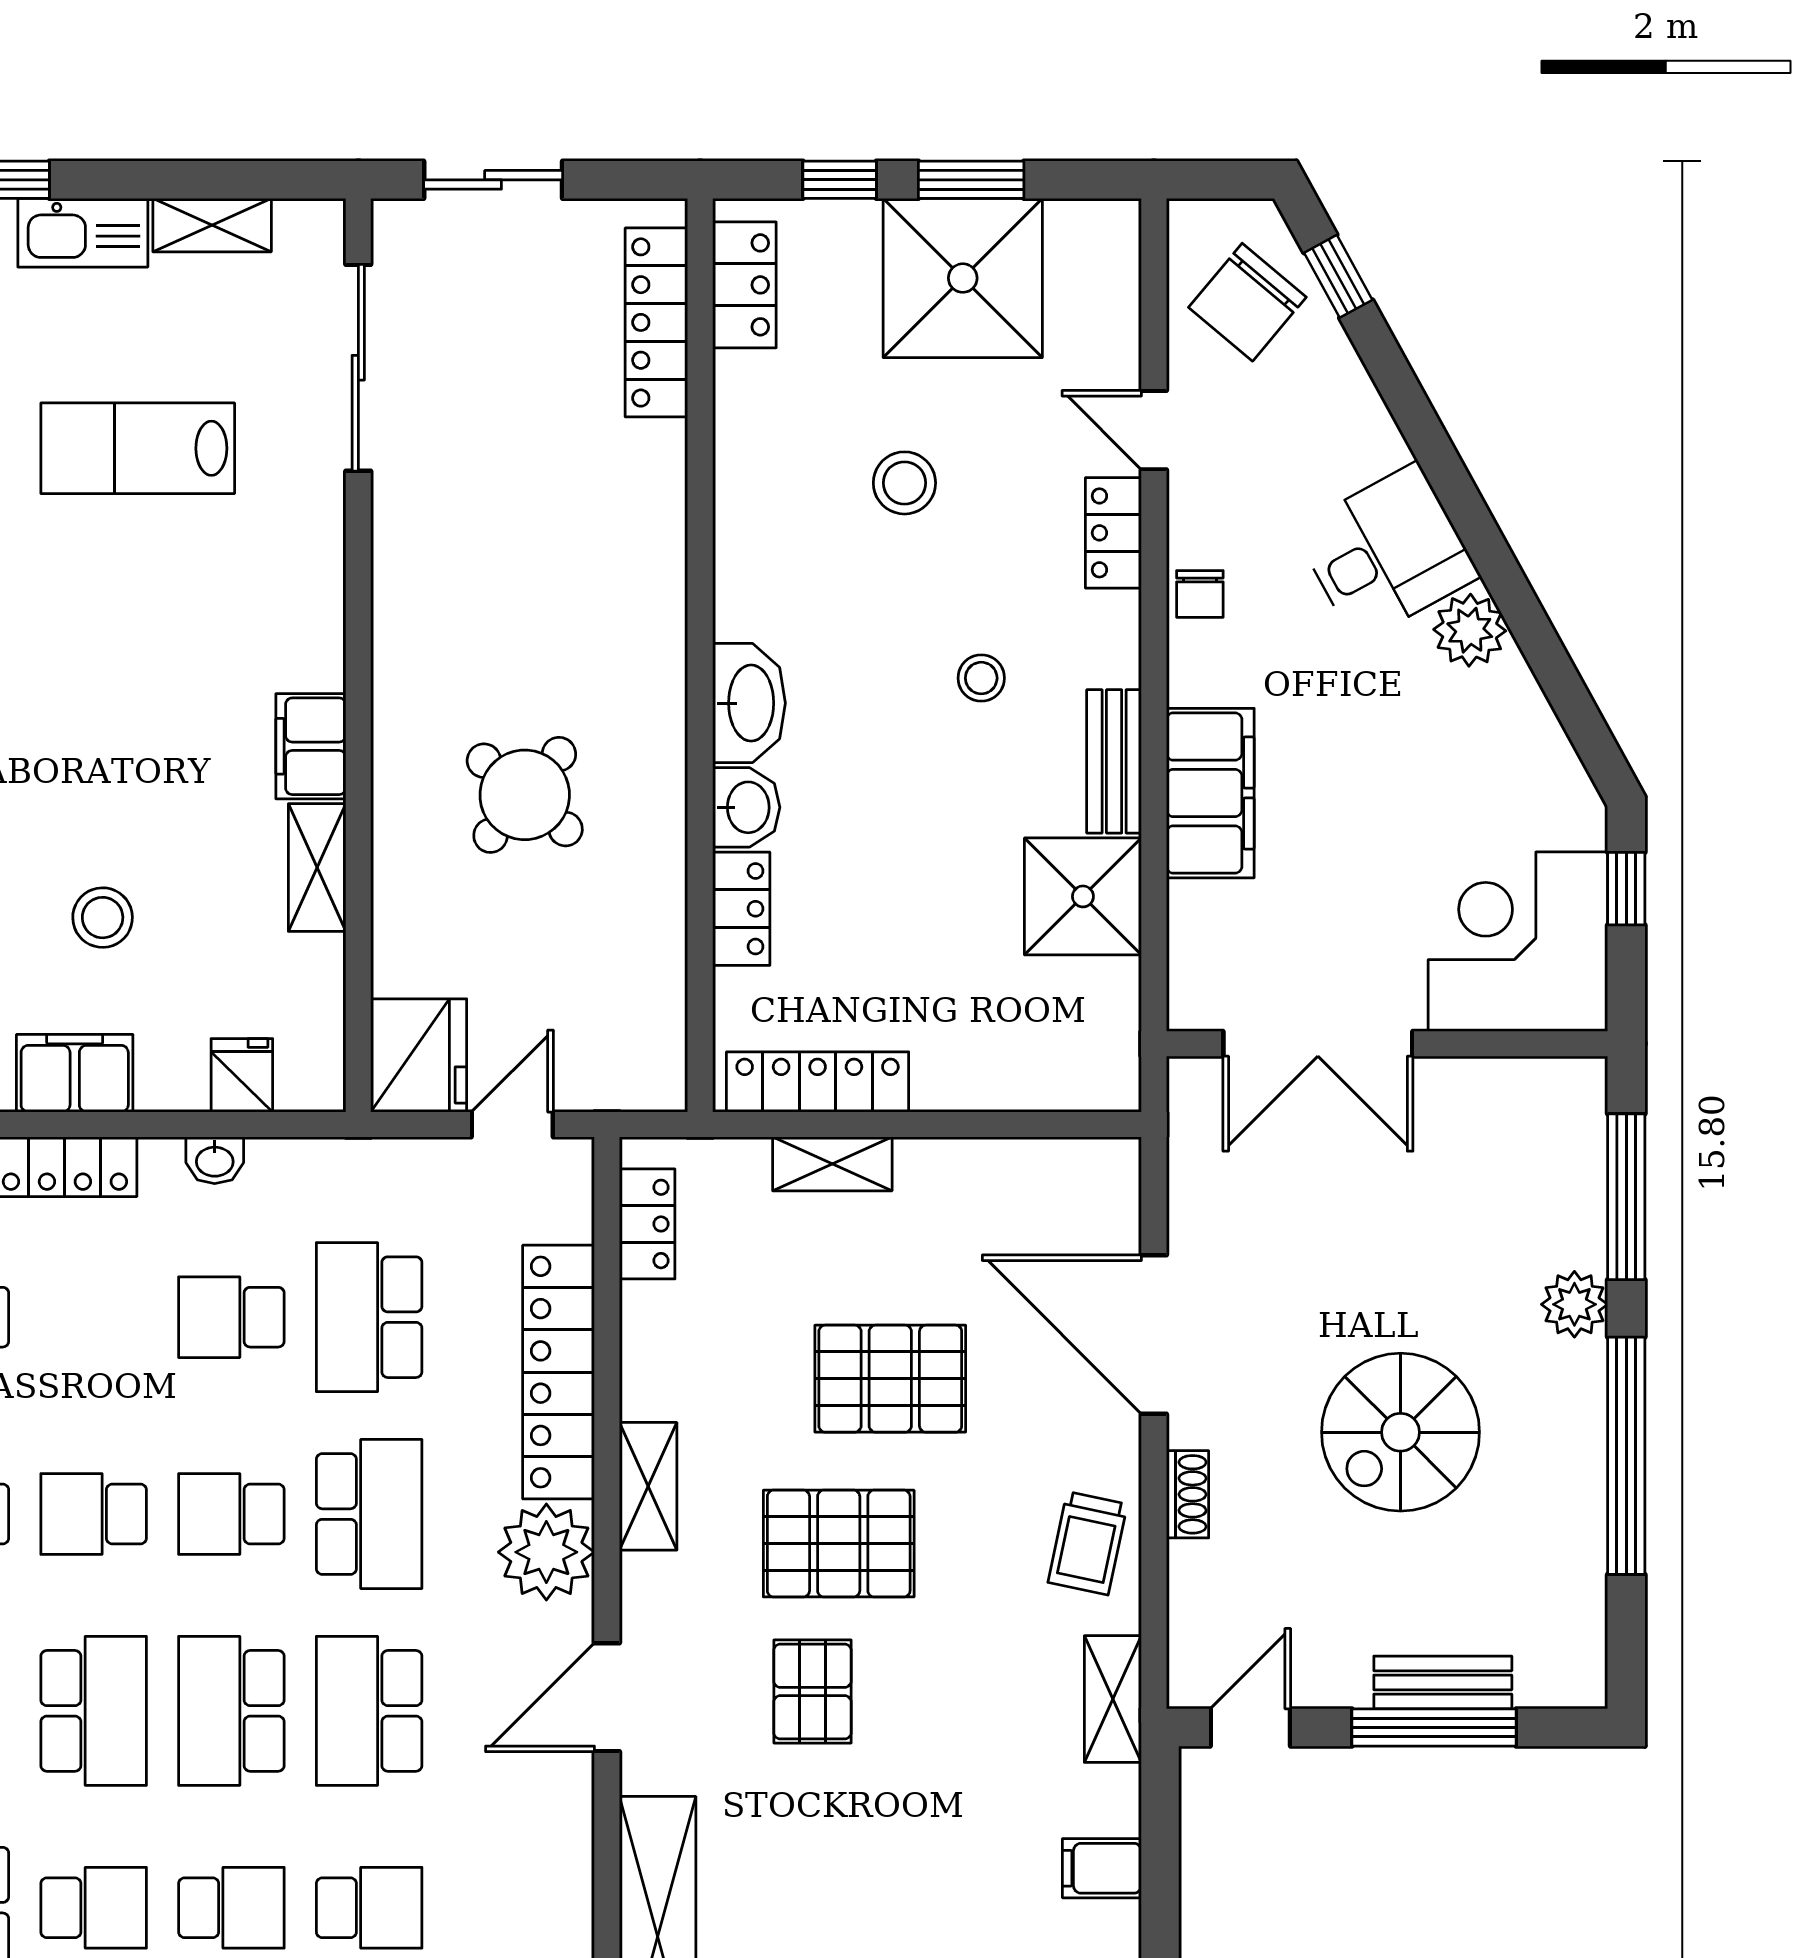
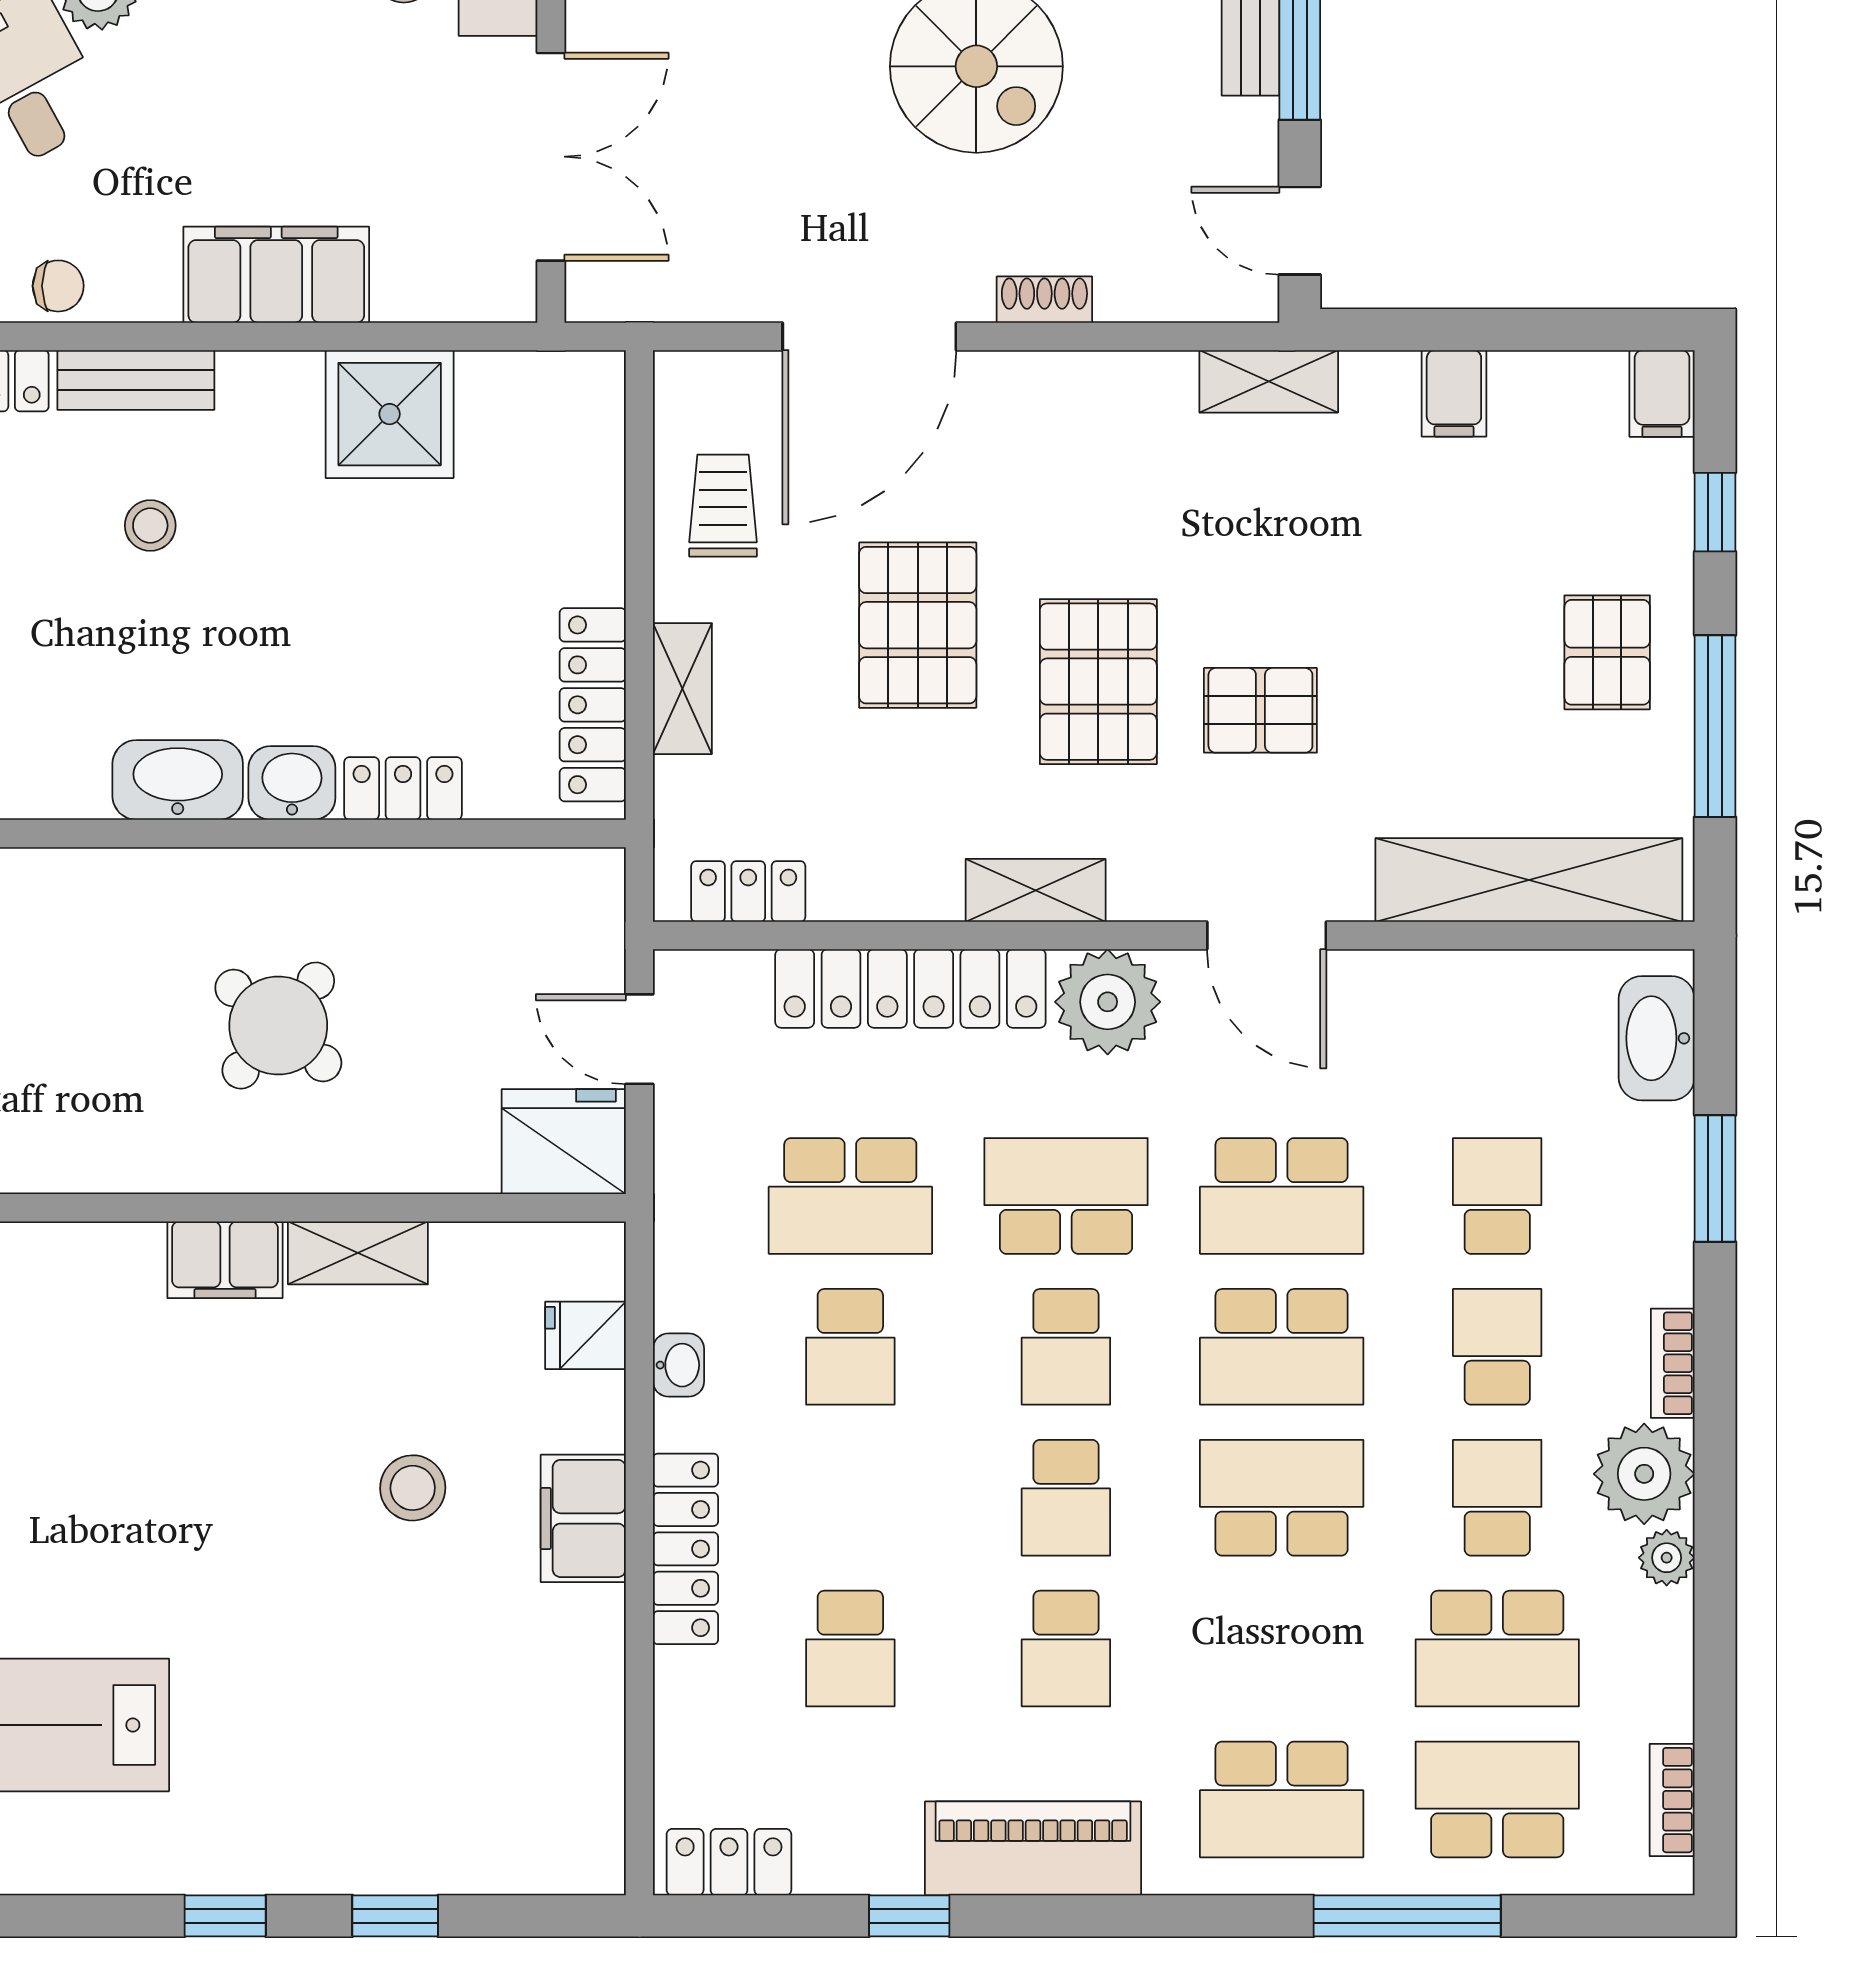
bench: (1114, 761) -> (136, 380), moved
trolley: (1088, 1543) -> (723, 506), moved, turned -102

